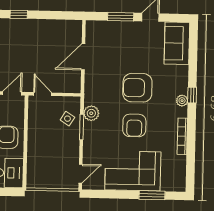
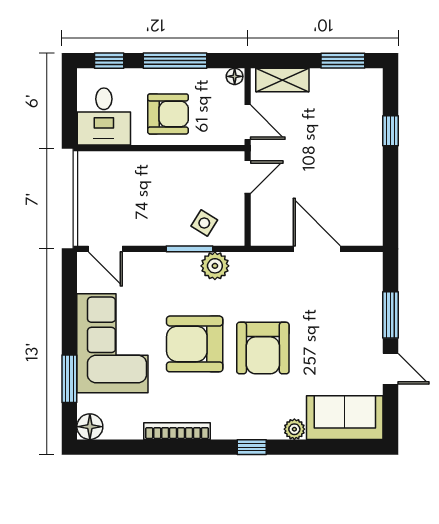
armchair: (137, 88) -> (263, 348), turned 180
plant: (182, 101) -> (294, 429), moved
armchair: (134, 125) -> (195, 344), width x1.36, depth x1.36
floor lamp: (179, 184) -> (90, 427), added

